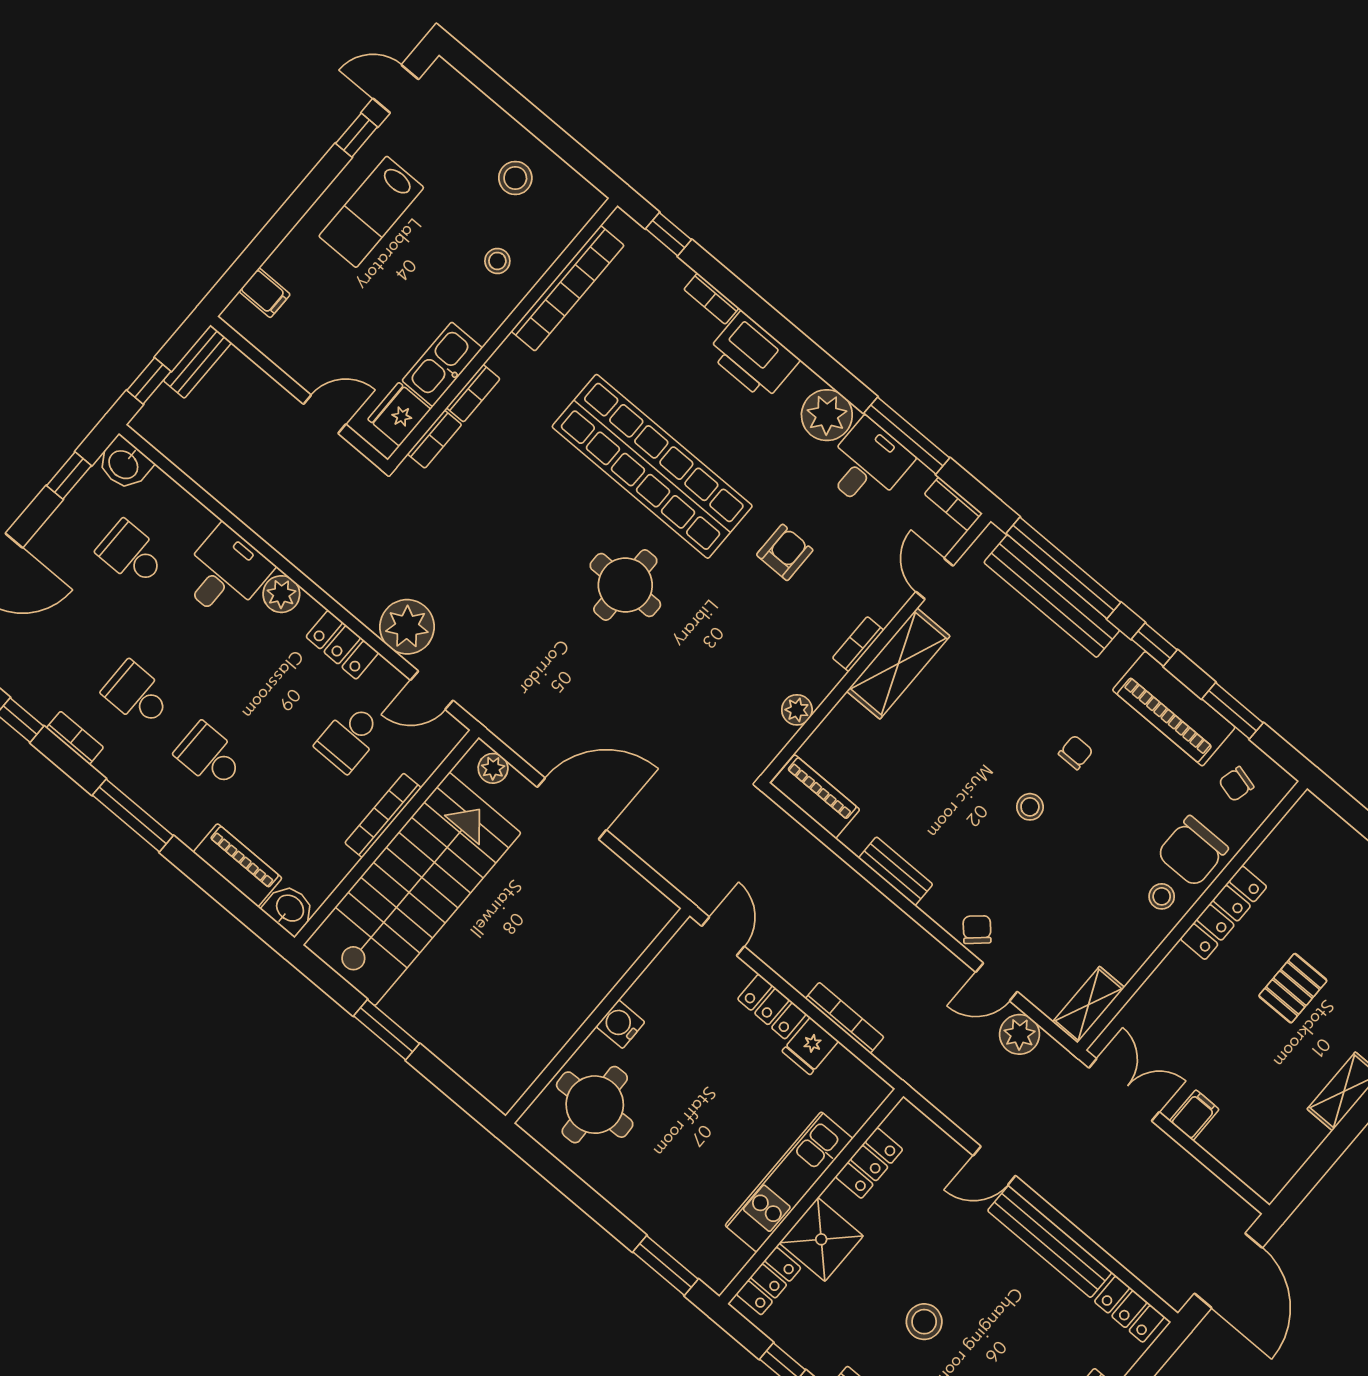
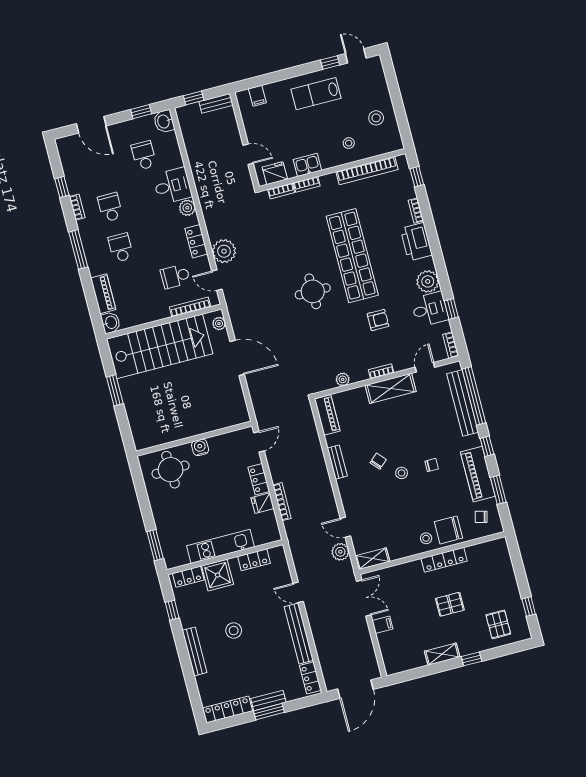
kitchen sink: (442, 364) -> (307, 165), width x0.73
window: (907, 436) -> (451, 309), width x0.46
bookcase: (383, 815) -> (190, 307), moved
chair: (977, 930) -> (378, 461), moved

